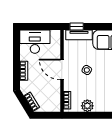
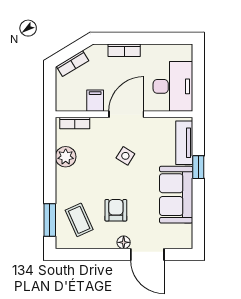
window: (77, 27) -> (198, 167), moved
desk: (35, 42) -> (173, 86), moved
filing cabinet: (54, 88) -> (95, 101), added

